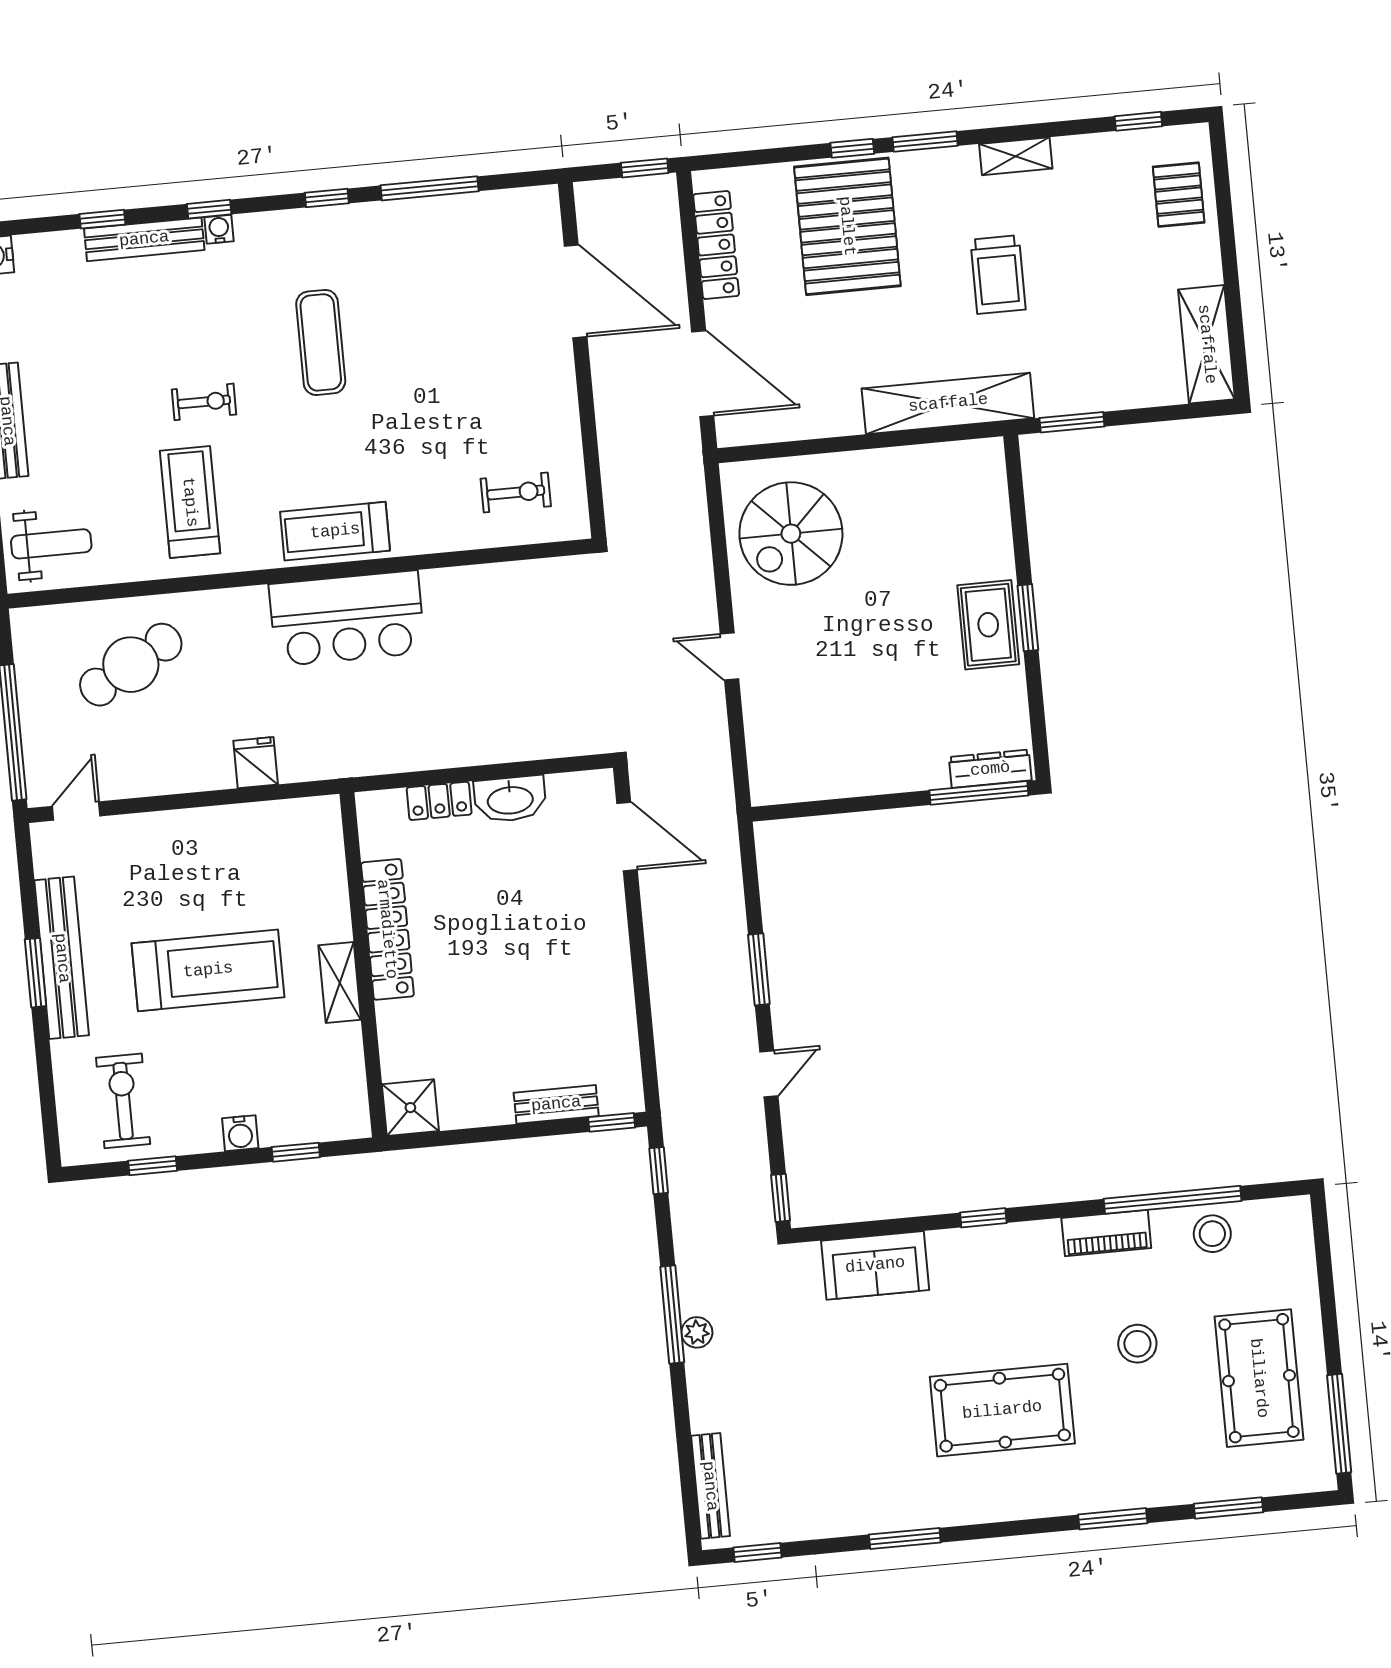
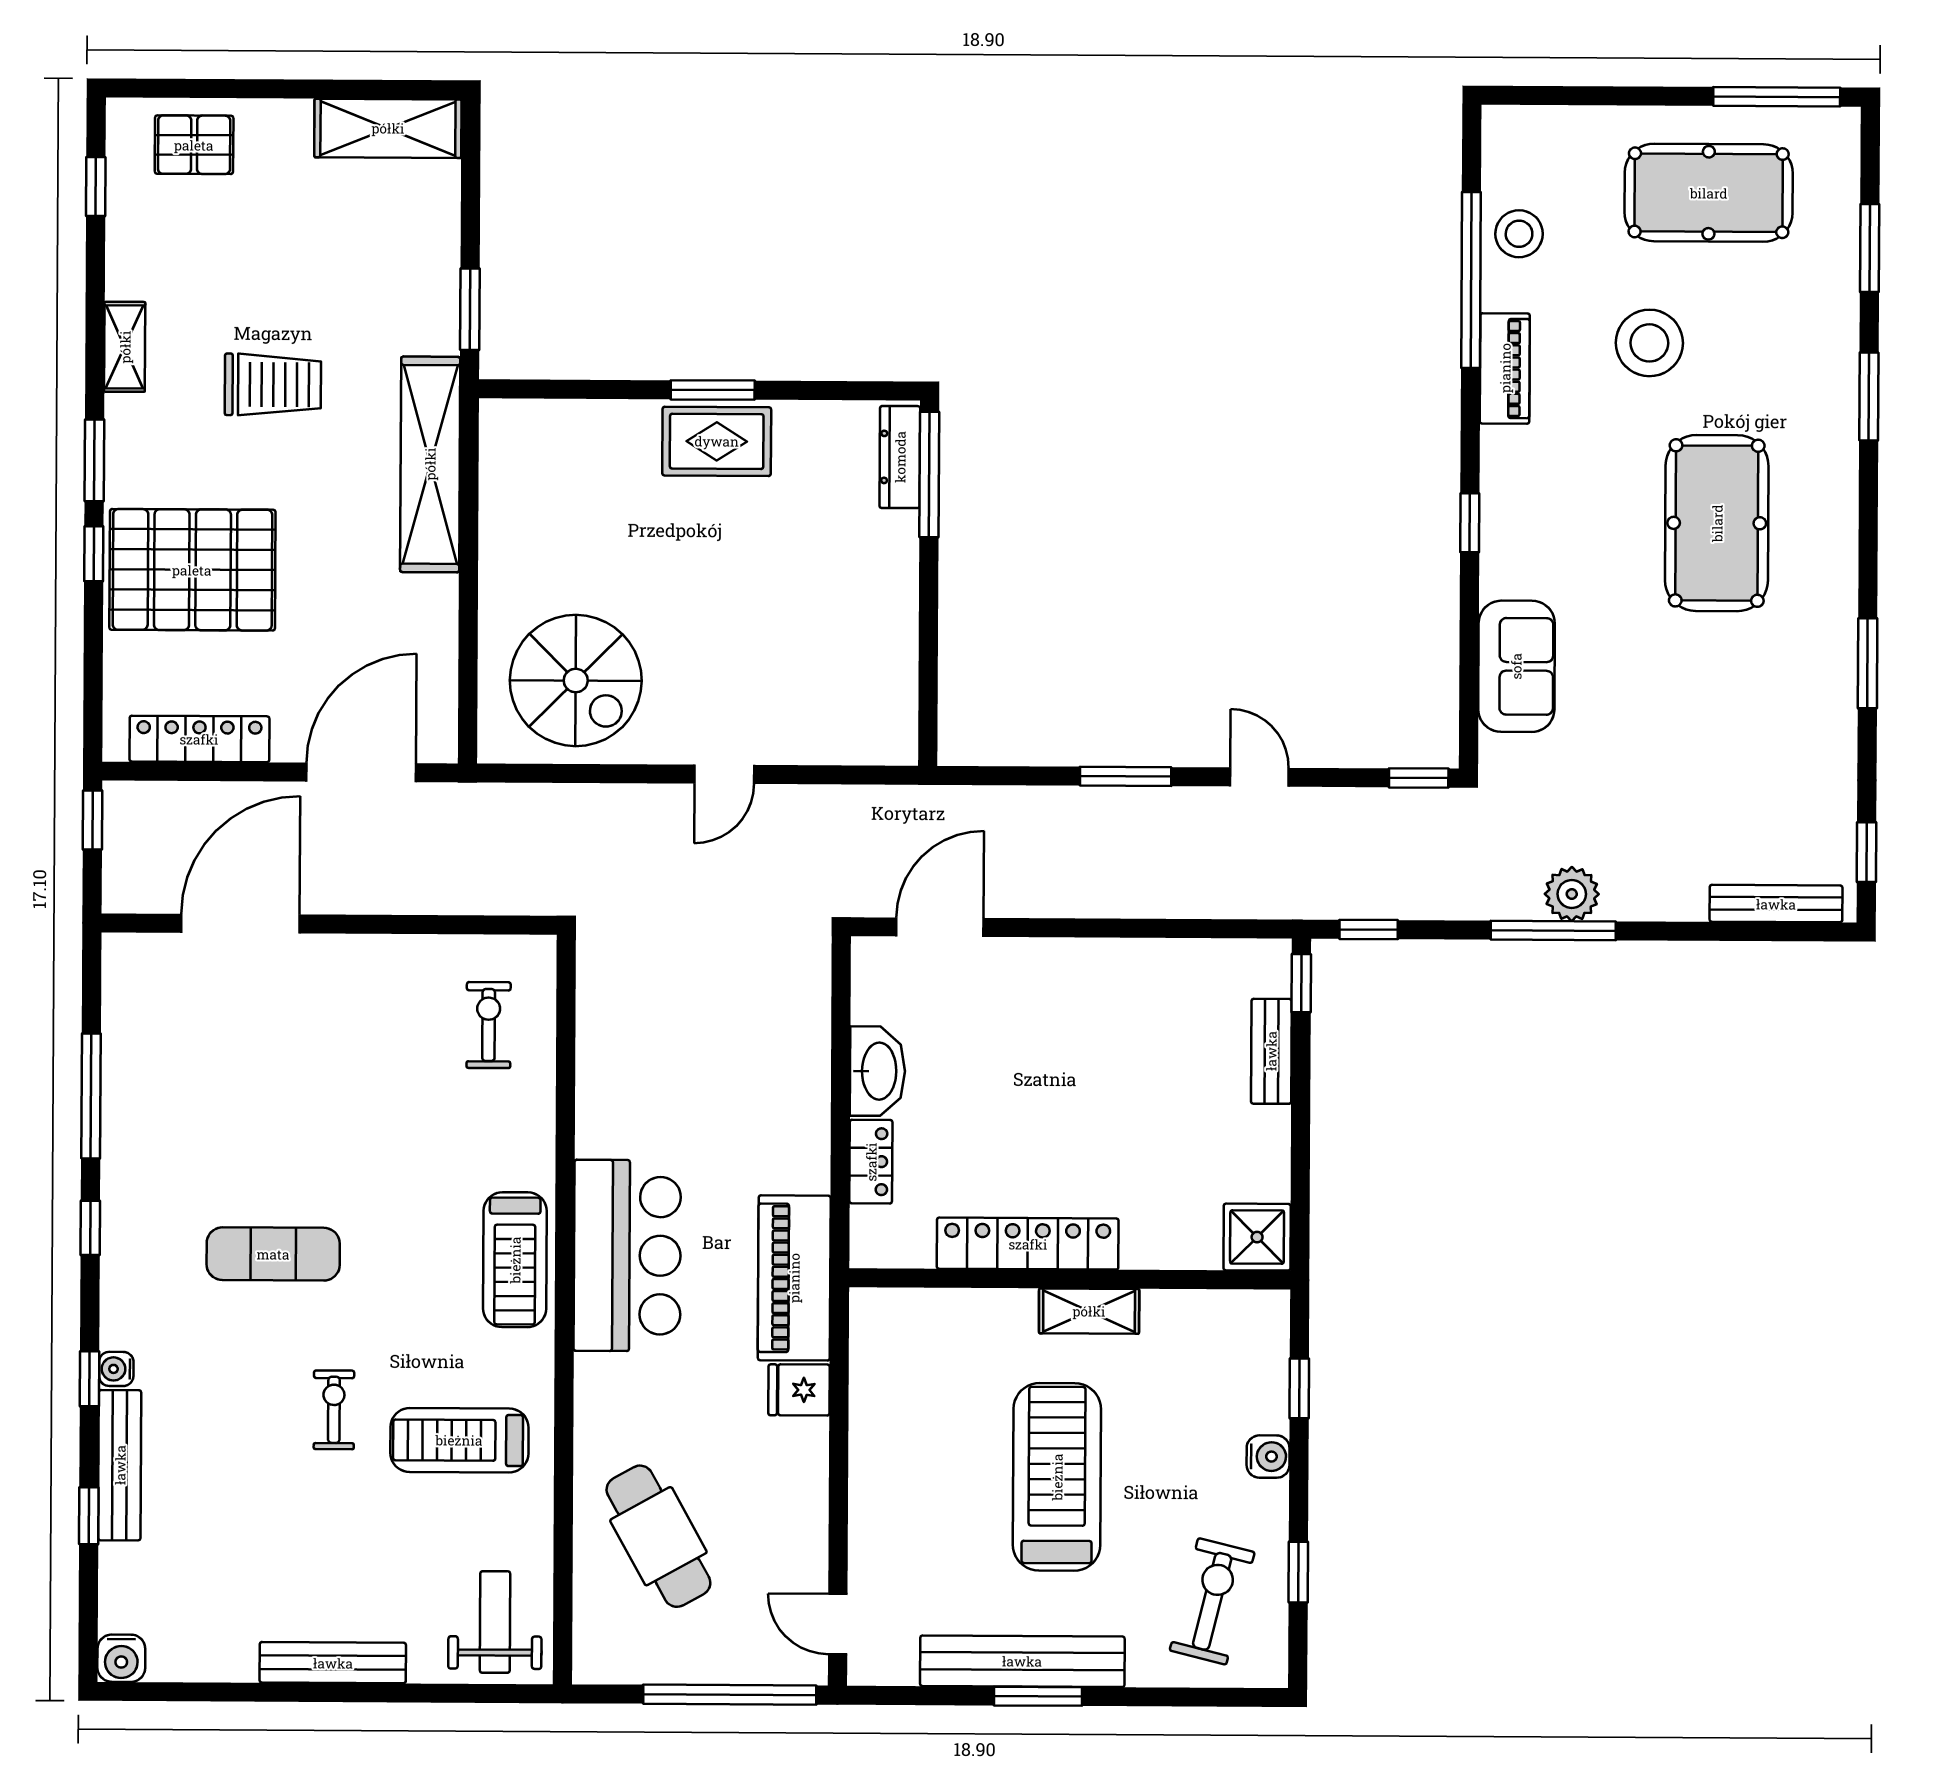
piano: (343, 750) -> (794, 1278), added
exercise bike: (123, 1101) -> (1212, 1601), turned 104
plant: (697, 1332) -> (1572, 894), width x1.38, depth x1.38
stool: (1137, 1344) -> (1649, 343), width x1.38, depth x1.38

